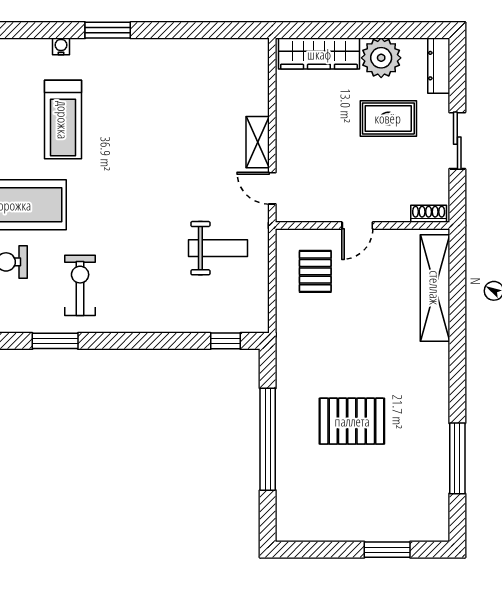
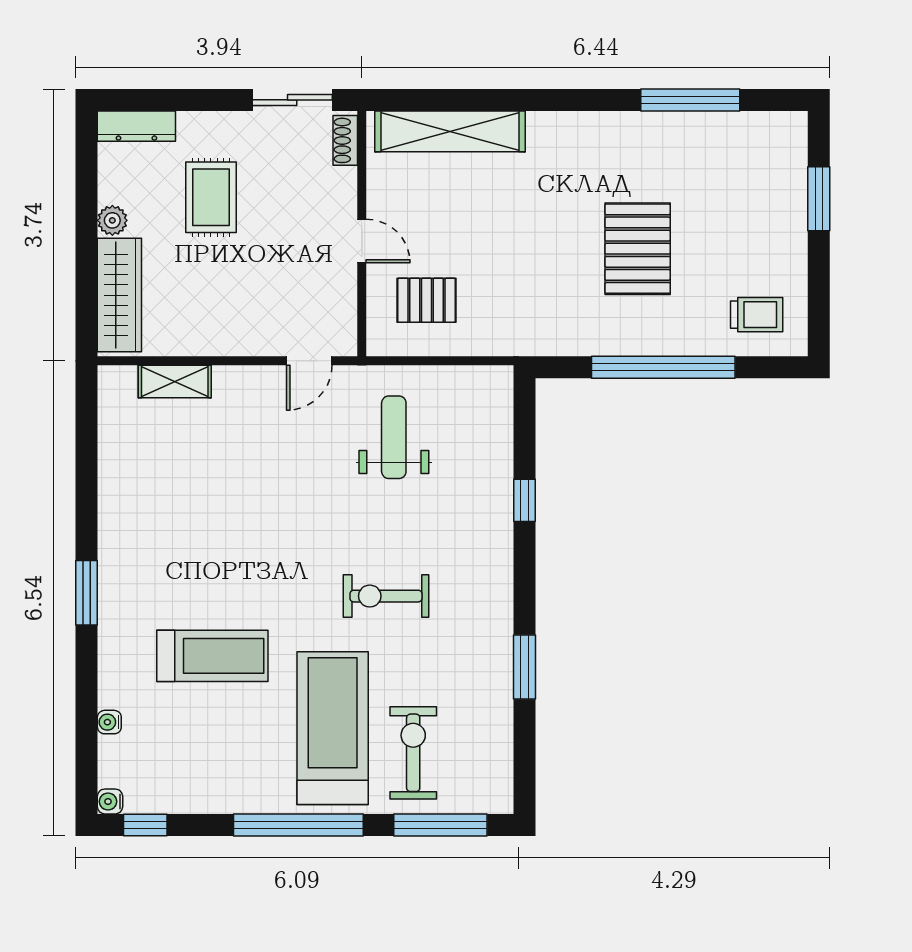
water cooler: (61, 46) -> (109, 722), moved
plant: (381, 58) -> (112, 220), width x0.53, depth x0.53
sliding door: (457, 141) -> (292, 100), moved
shelving: (258, 142) -> (175, 381), moved
exercise bike: (80, 285) -> (386, 596), moved
window: (226, 341) -> (525, 500), moved
trolley: (305, 506) -> (757, 315), added

